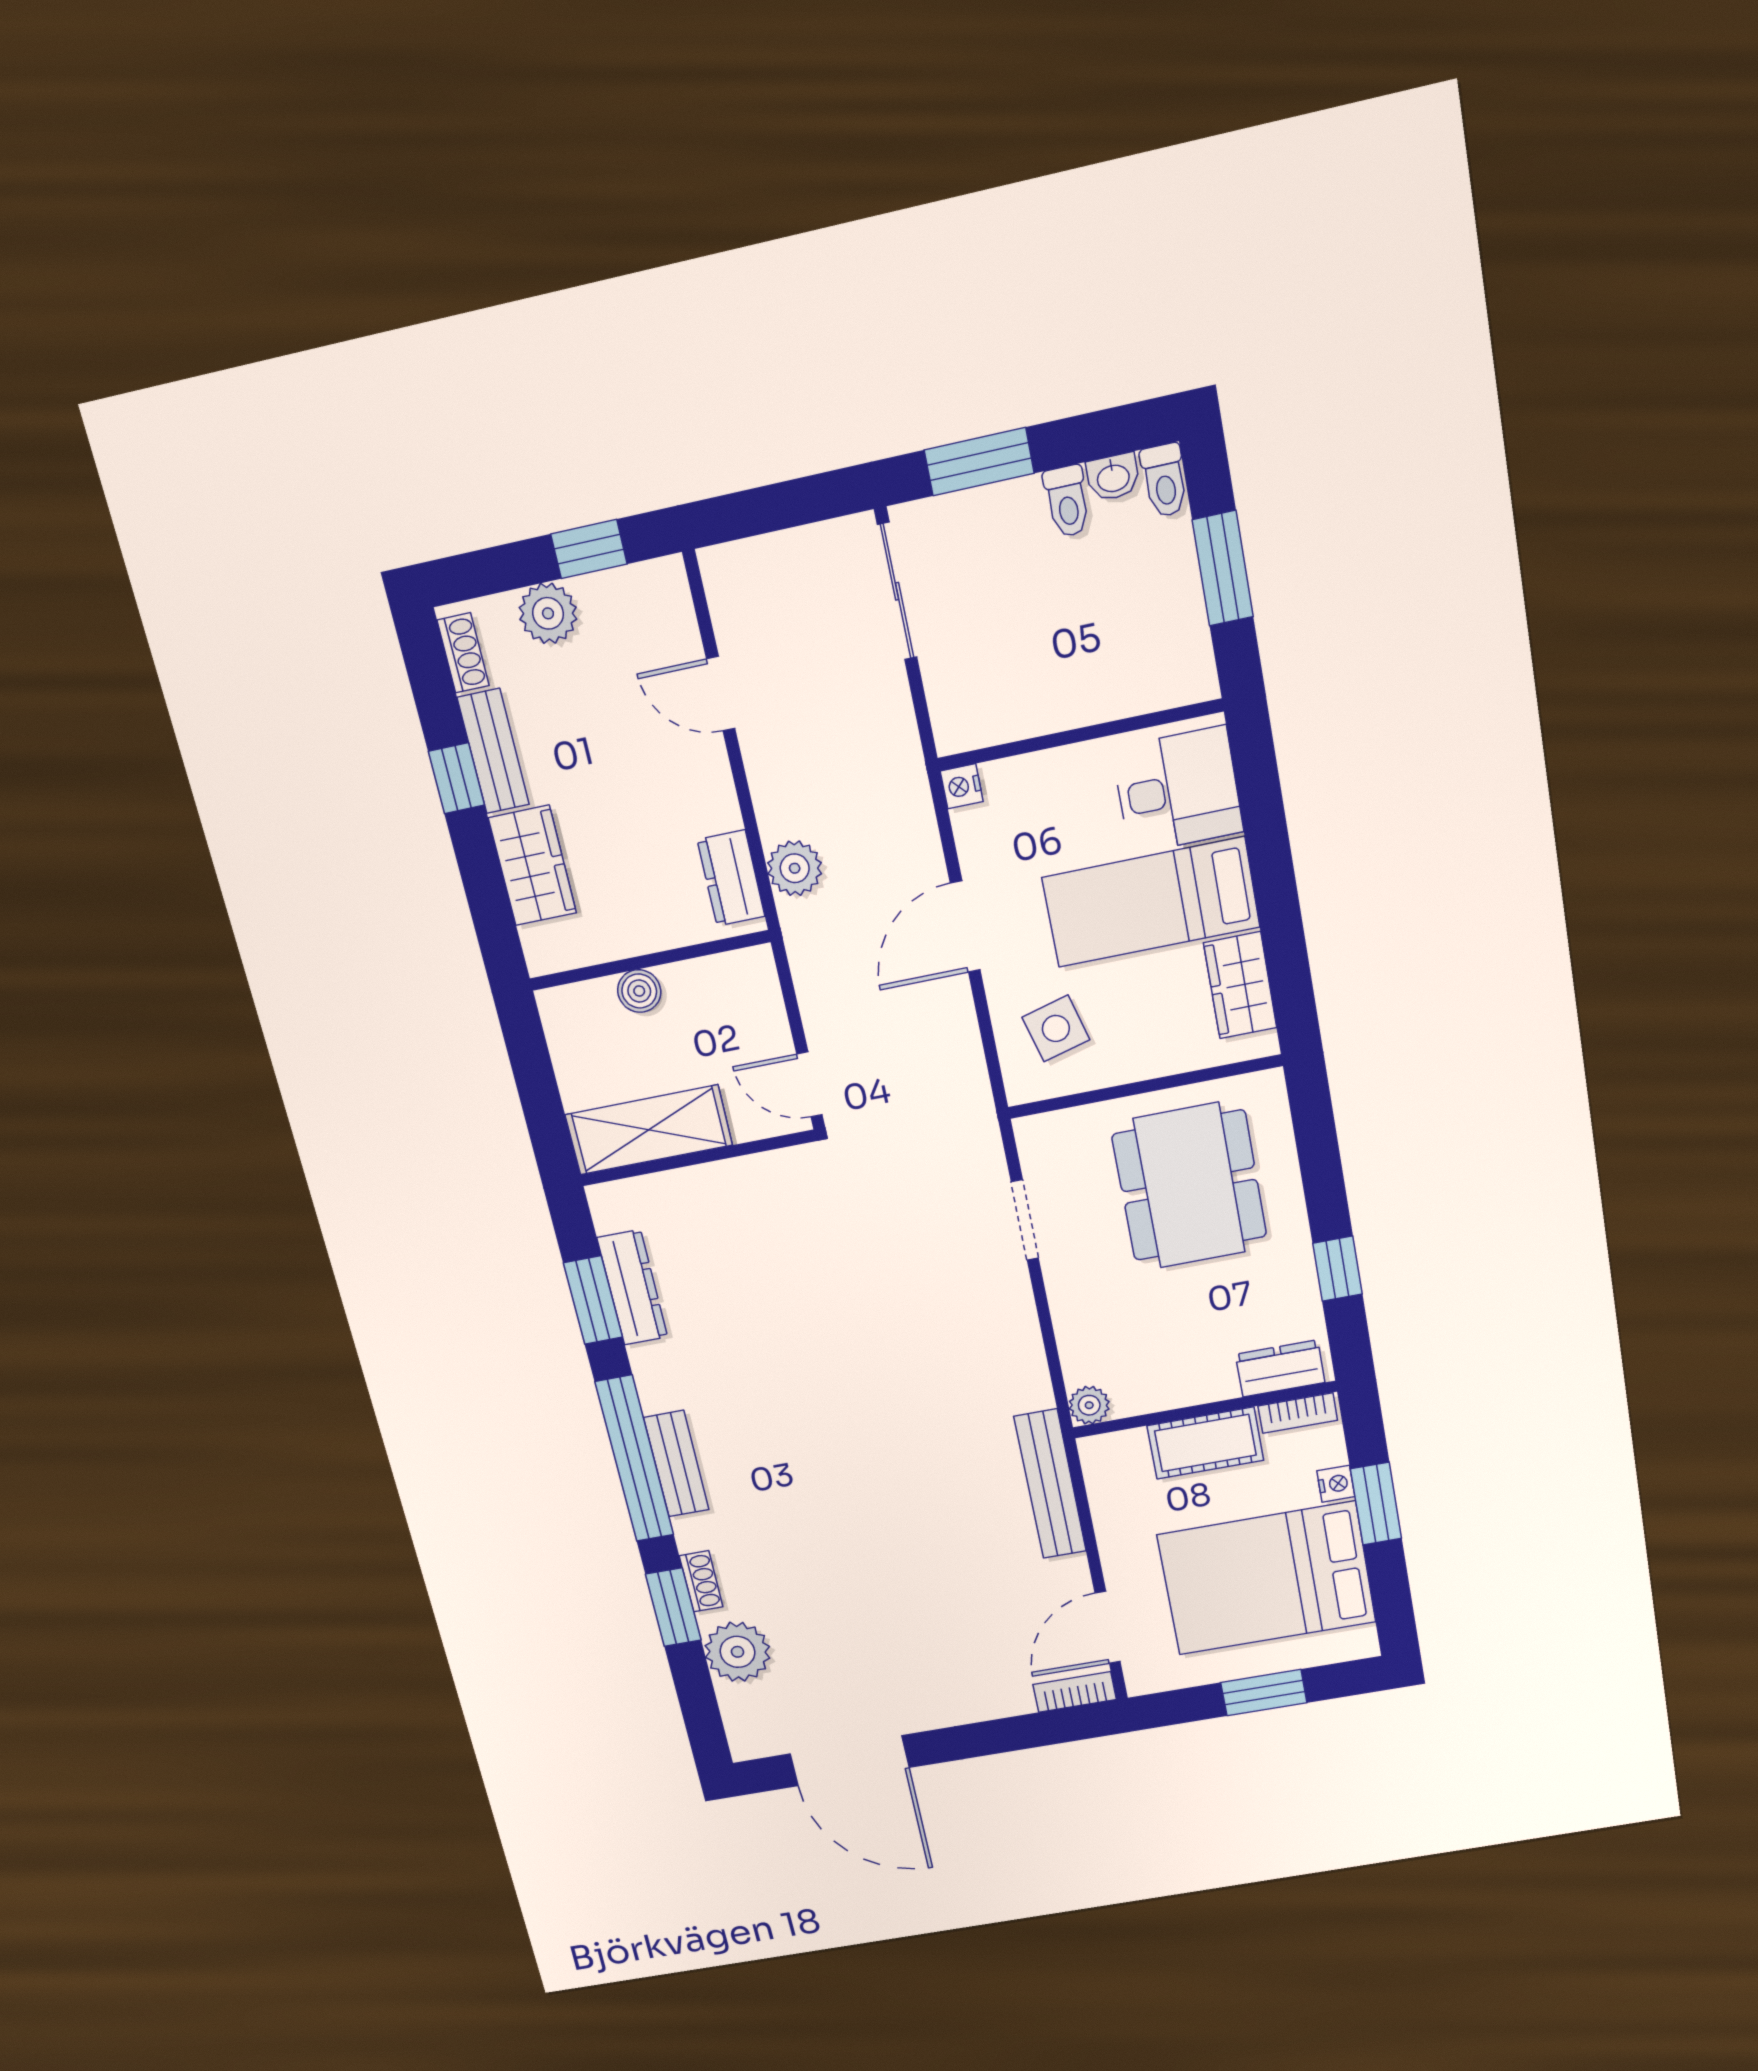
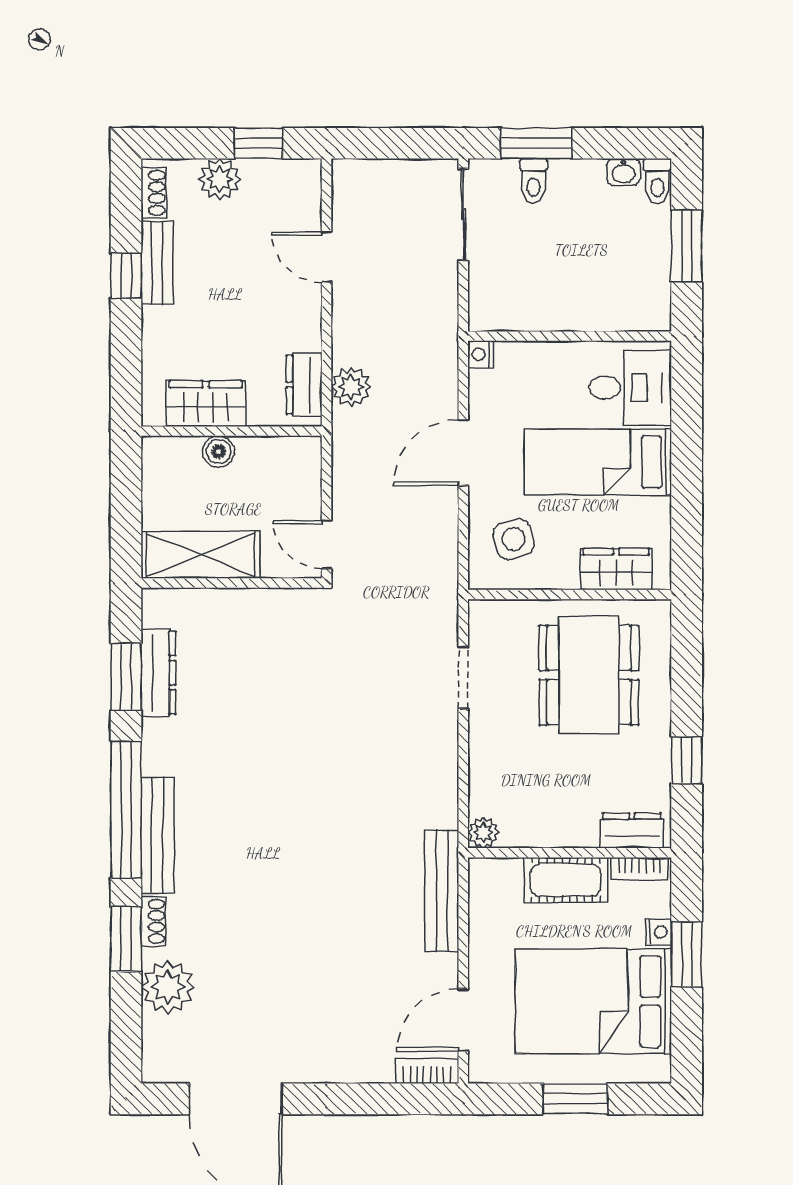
toilet: (1067, 501) -> (533, 181), moved
wardrobe: (532, 866) -> (206, 404), moved, turned -90
wardrobe: (1240, 985) -> (616, 569), moved, turned 90
bench: (676, 1464) -> (157, 835), width x1.36

